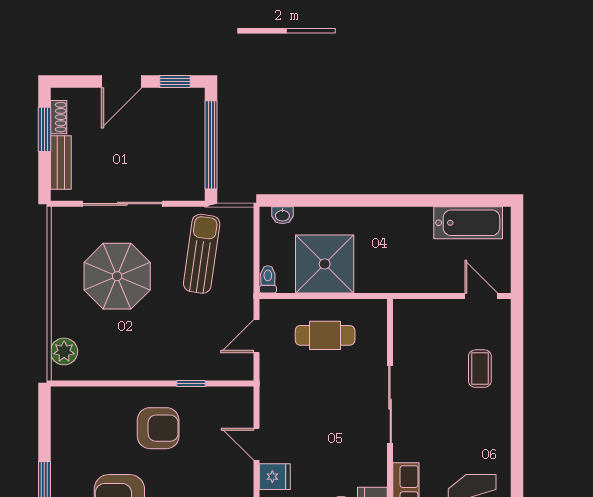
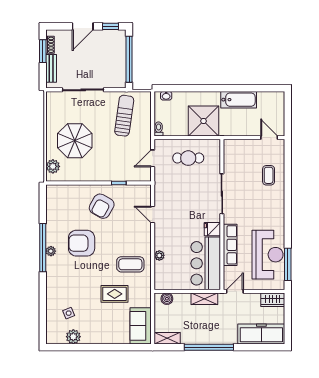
bathtub: (468, 223) -> (239, 100), moved
shower: (325, 264) -> (204, 121), moved
parasol: (117, 276) -> (75, 141), moved
armchair: (158, 428) -> (102, 206), turned 119
fridge: (275, 477) -> (212, 229), moved, turned 180

